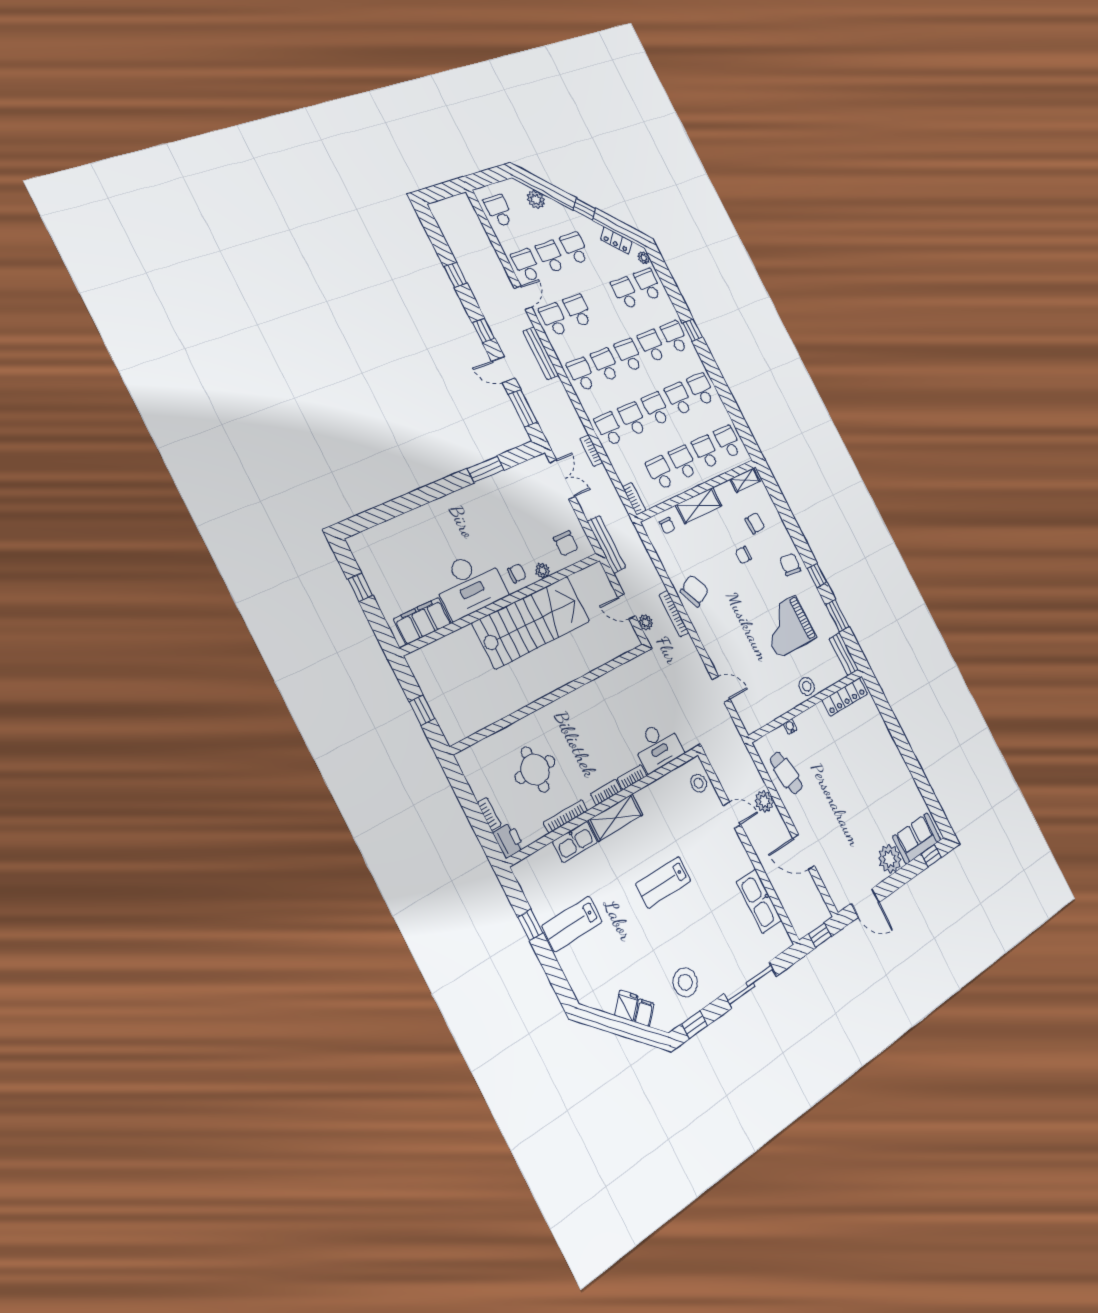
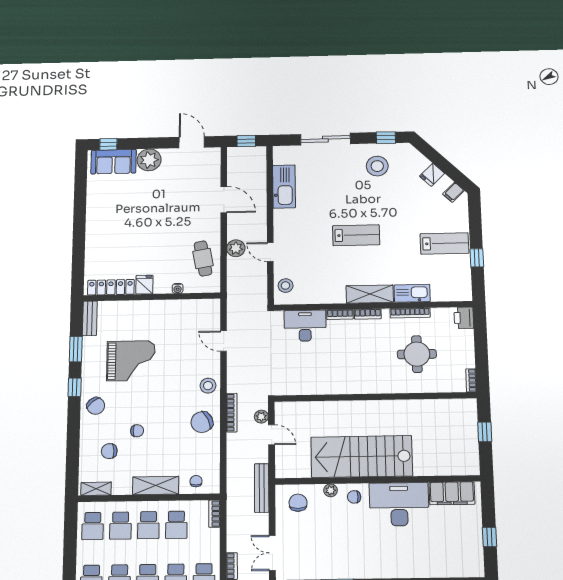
chair: (790, 565) -> (96, 406), turned -46
stool: (807, 686) -> (208, 386), moved
fridge: (820, 715) -> (144, 285), added
bookcase: (489, 814) -> (471, 380), moved
filing cabinet: (644, 1013) -> (453, 192), moved

